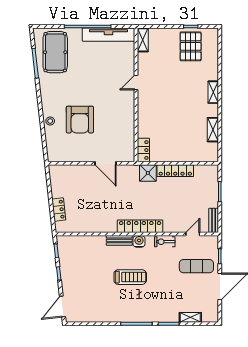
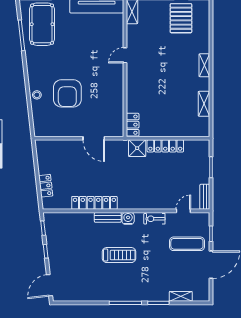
locker: (140, 226) -> (94, 203), moved

